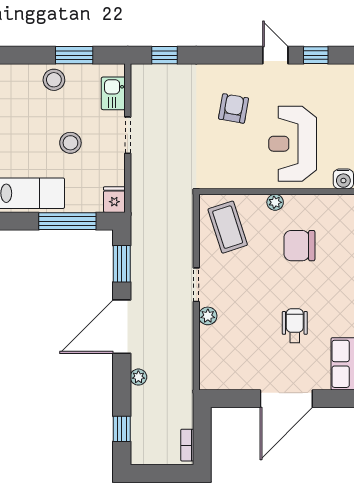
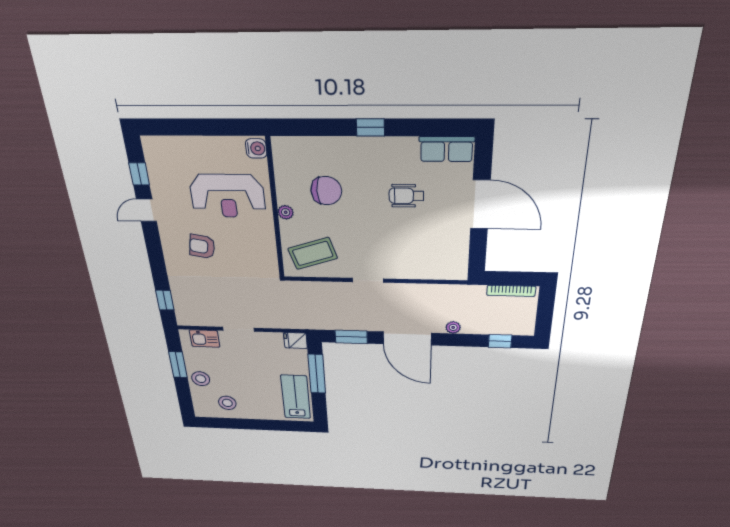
stool: (70, 143) -> (227, 403), moved
chair: (299, 246) -> (326, 191), turned -90
plant: (208, 316) -> (397, 272), removed
bookcase: (187, 445) -> (511, 291), width x1.56

